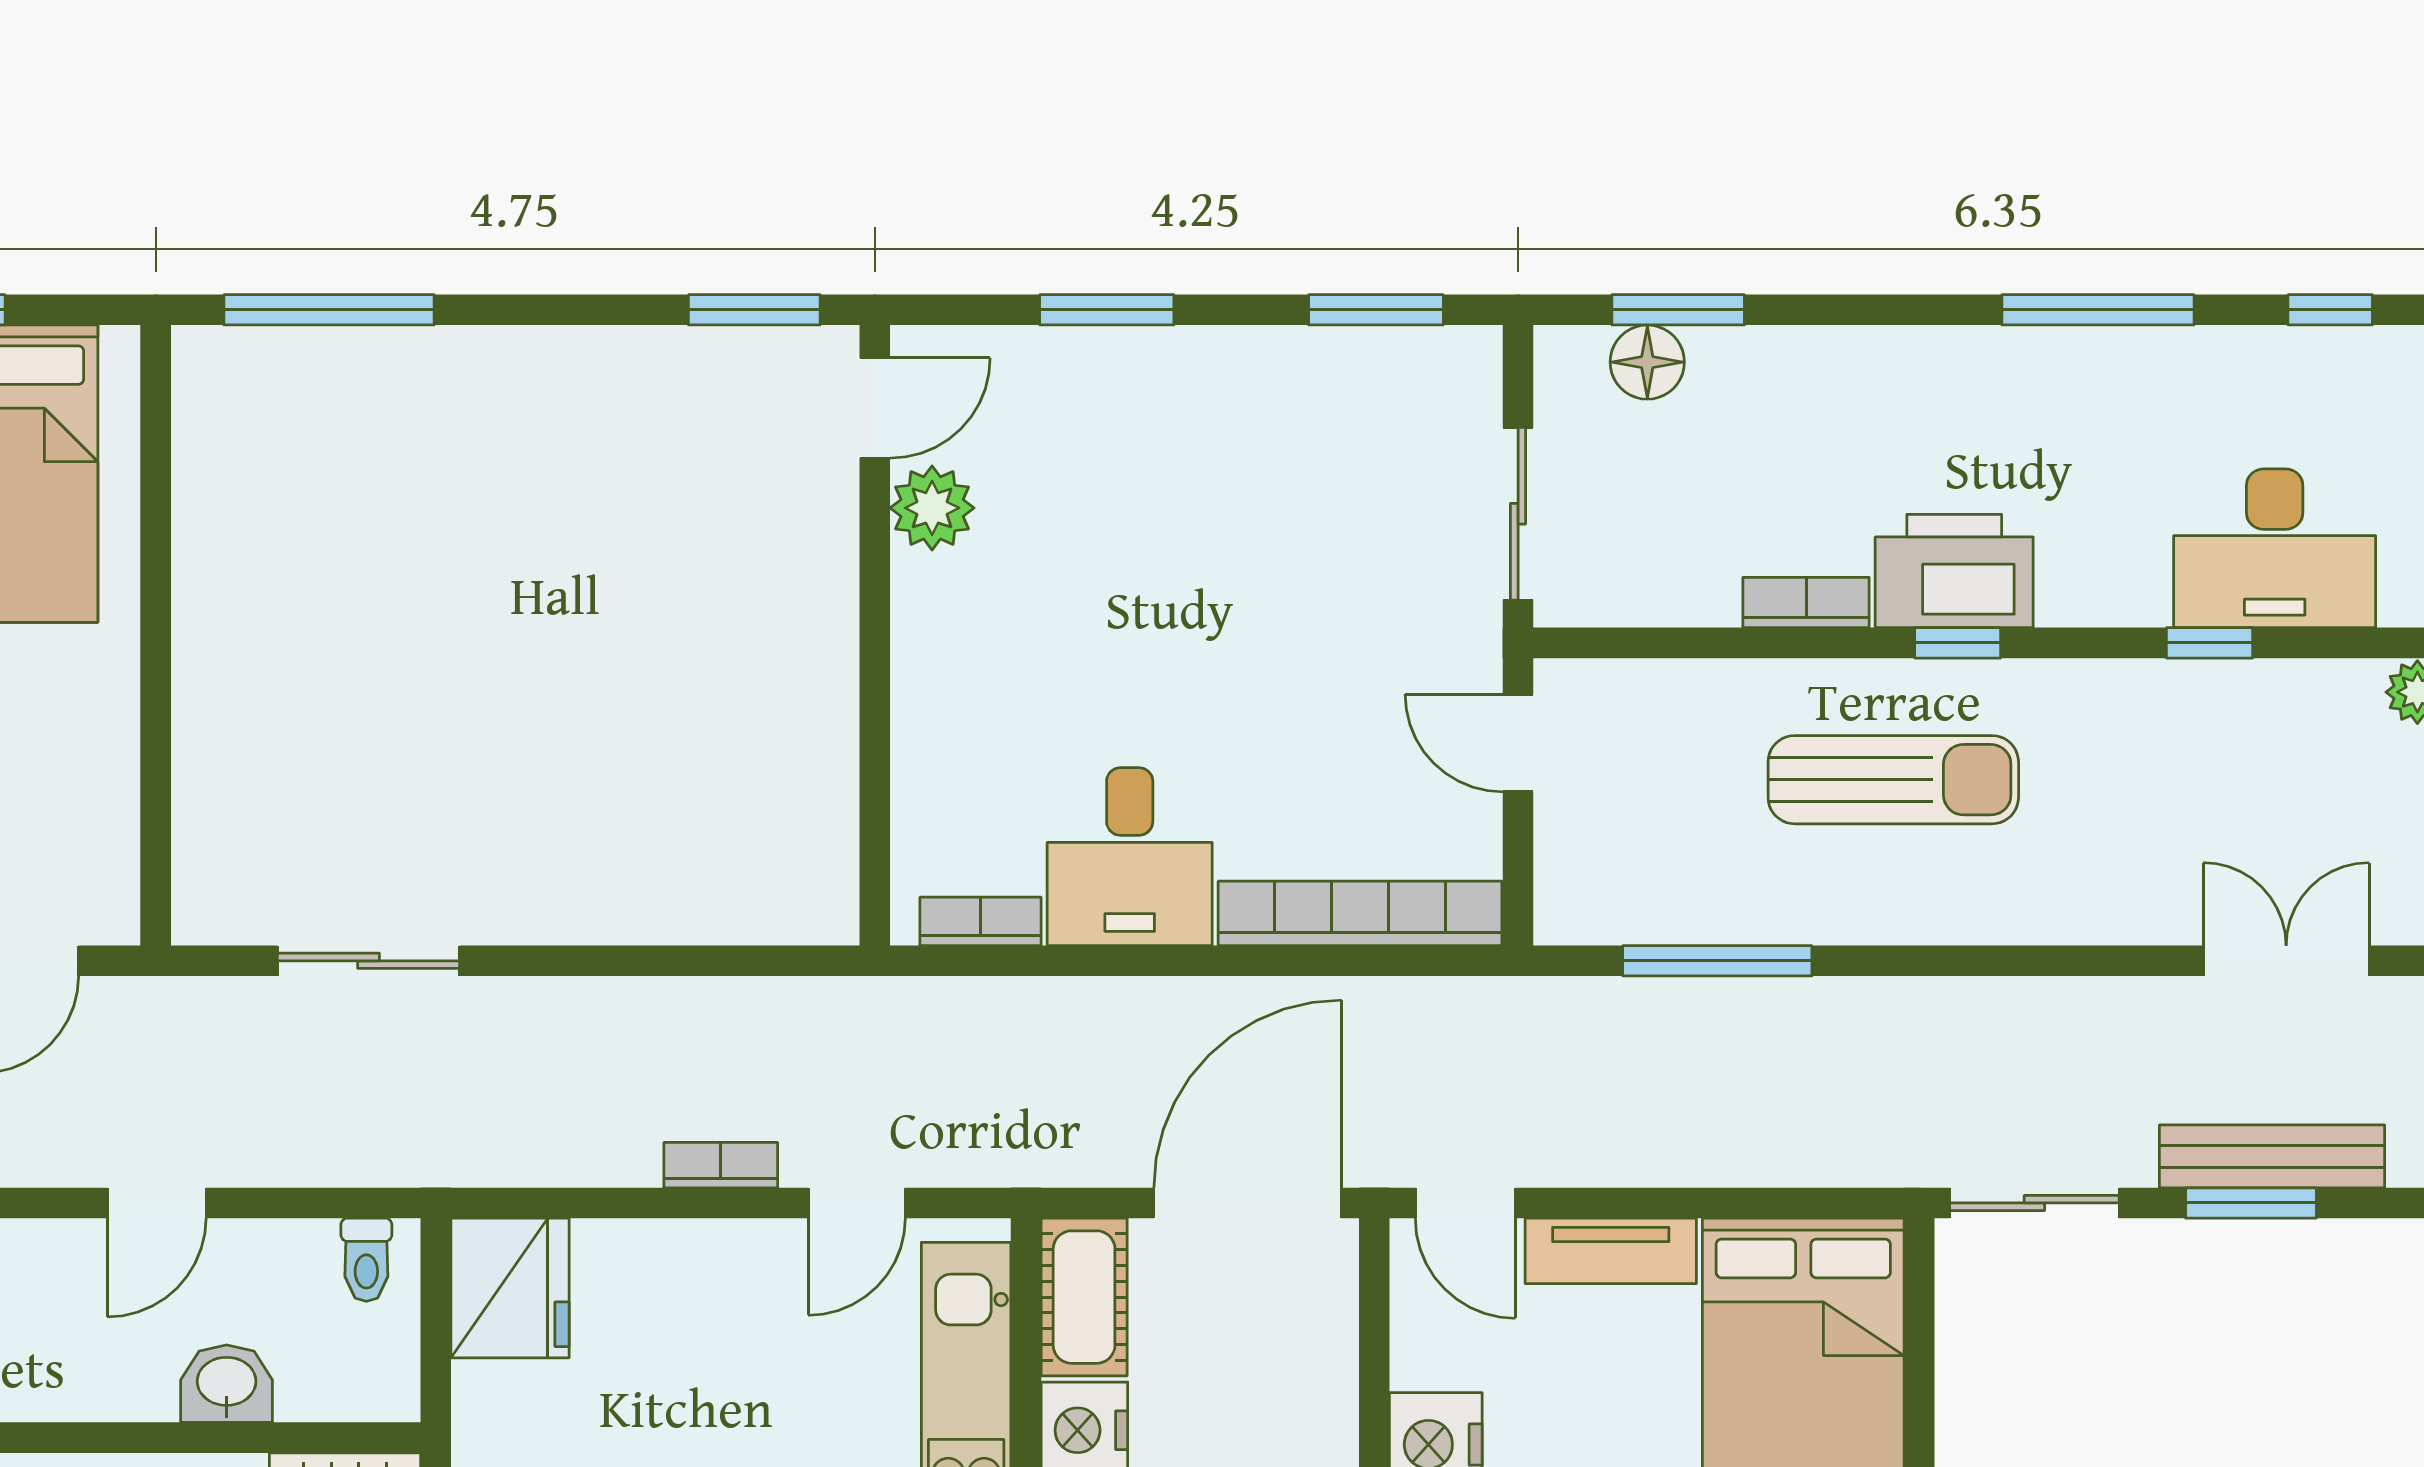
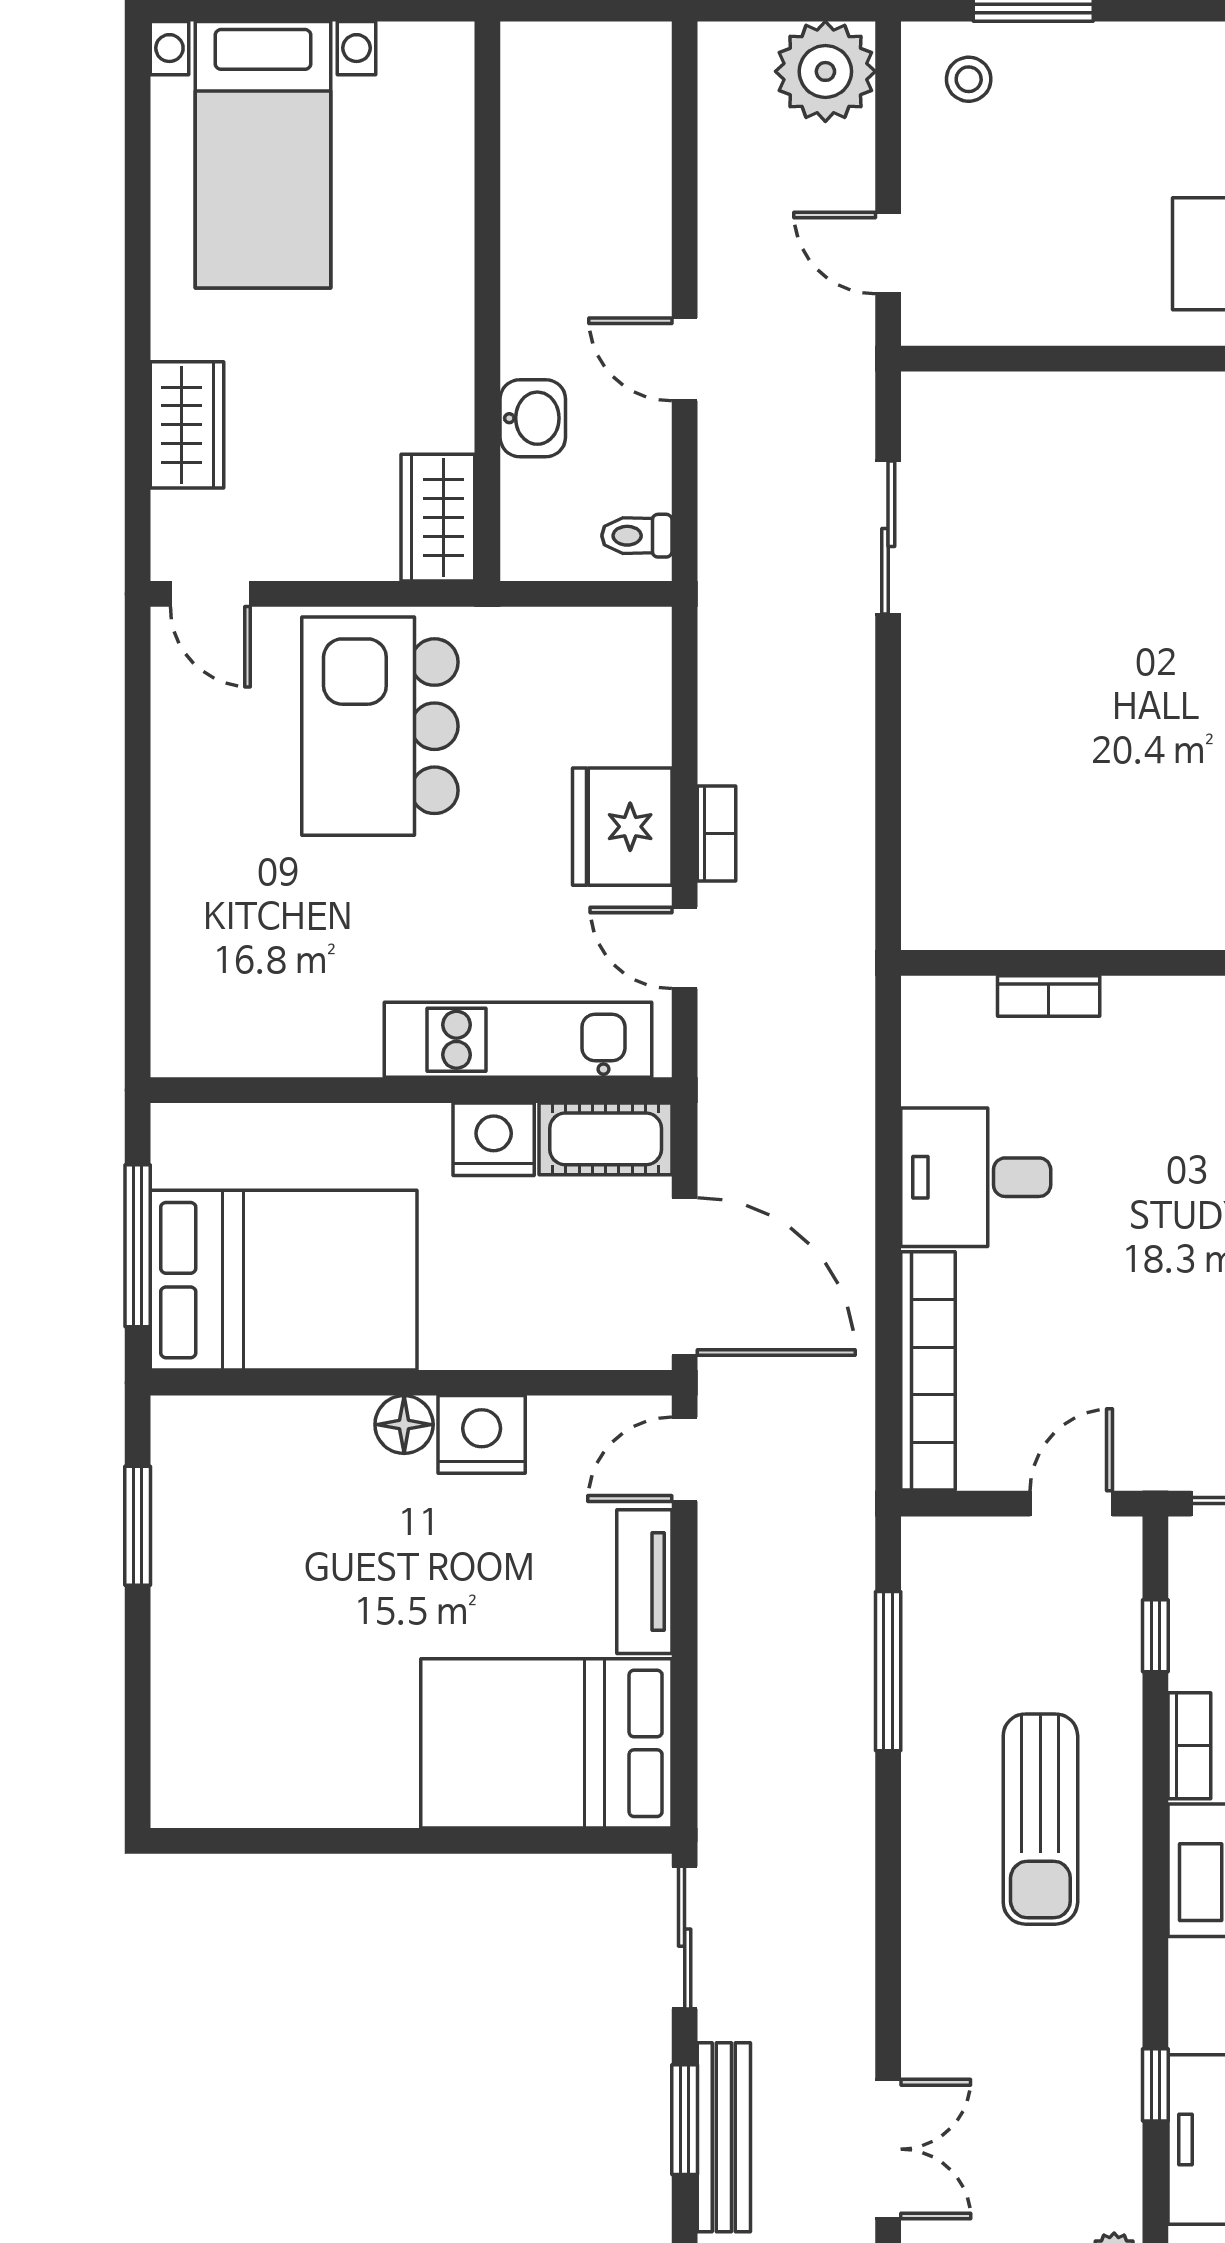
window: (1958, 643) -> (1155, 1636), moved
bookcase: (981, 921) -> (1049, 996), moved, turned 90
fridge: (510, 1288) -> (622, 827), moved, turned 90

